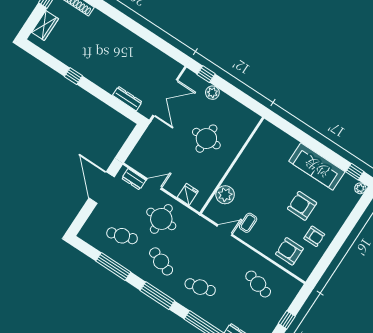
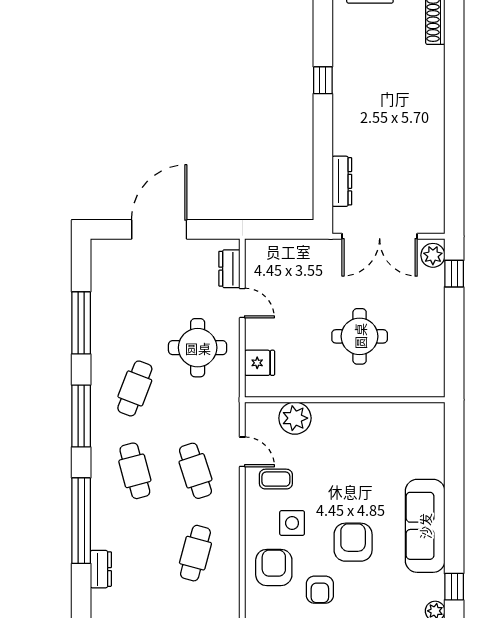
plant: (212, 93) -> (433, 255), moved
door: (102, 188) -> (159, 229), moved
side table: (274, 229) -> (292, 523), added
cafe table: (122, 236) -> (195, 471), moved

